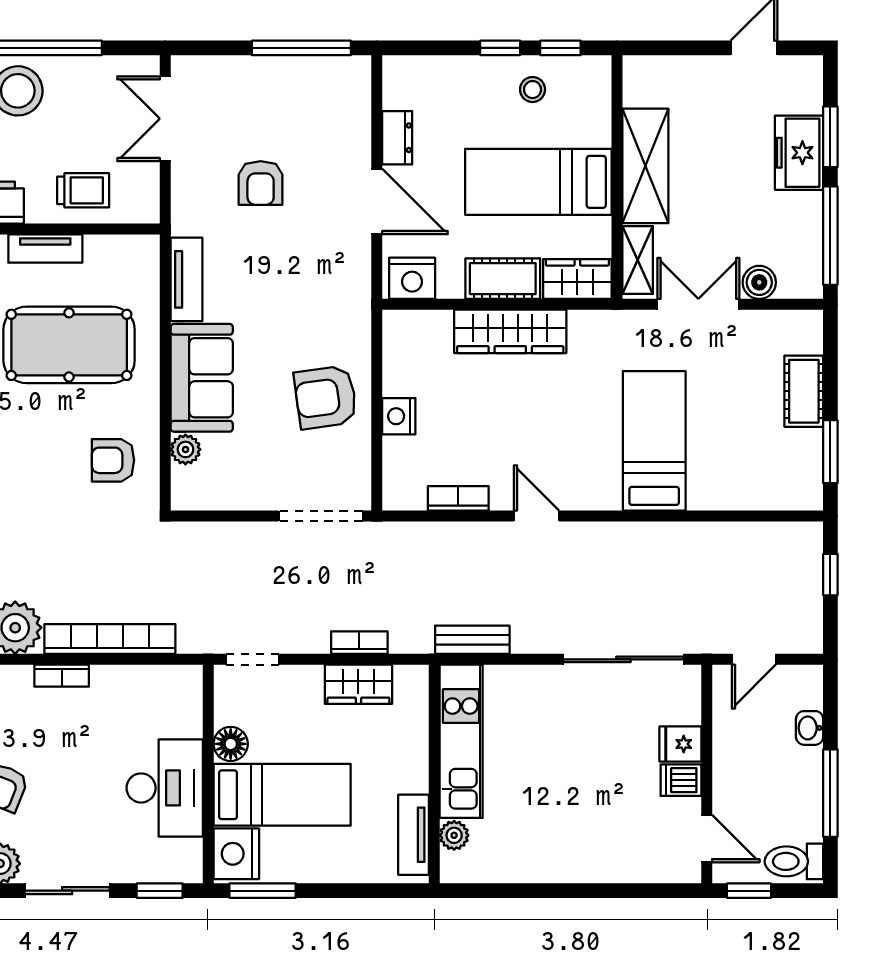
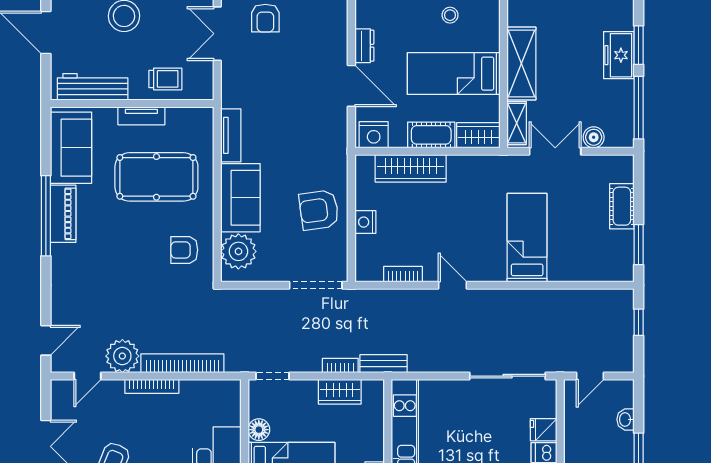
armchair: (261, 183) -> (265, 18), moved
wardrobe: (510, 331) -> (411, 168), moved
plant: (185, 449) -> (238, 251), width x1.87, depth x1.87
bench: (472, 640) -> (384, 364), moved
bookcase: (62, 676) -> (152, 386), width x1.56

